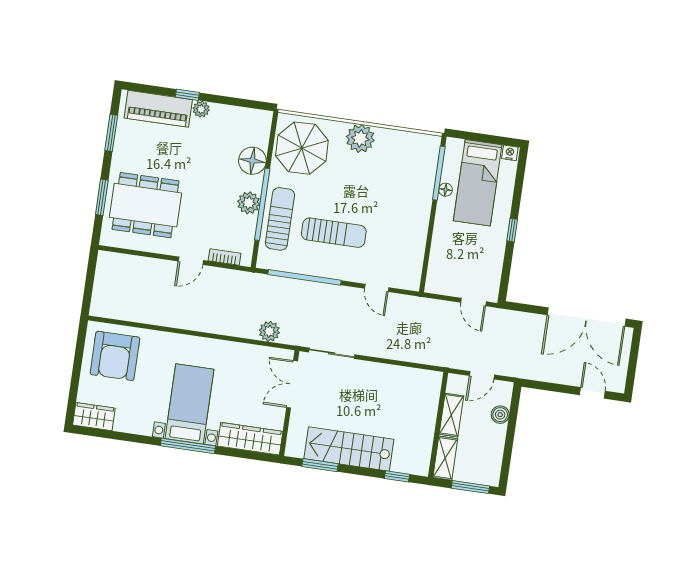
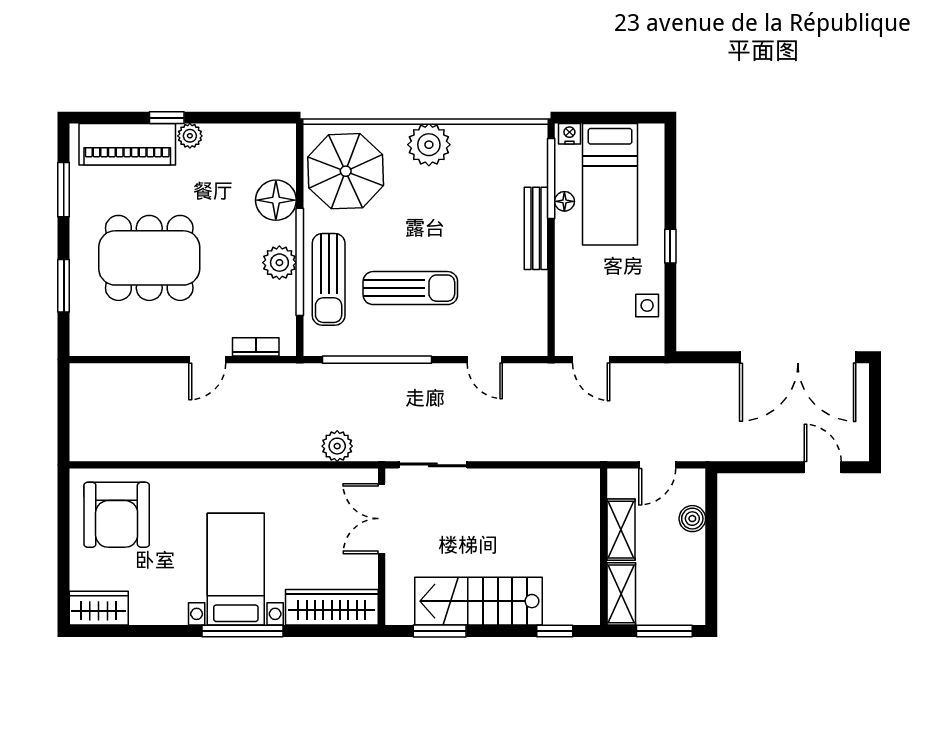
nightstand: (510, 153) -> (569, 134), moved
dining table: (146, 205) -> (149, 258), moved
bench: (424, 205) -> (536, 228), added
sun lounger: (280, 219) -> (329, 279), turned 180
side table: (491, 267) -> (647, 305), added
door: (473, 302) -> (591, 360), moved

